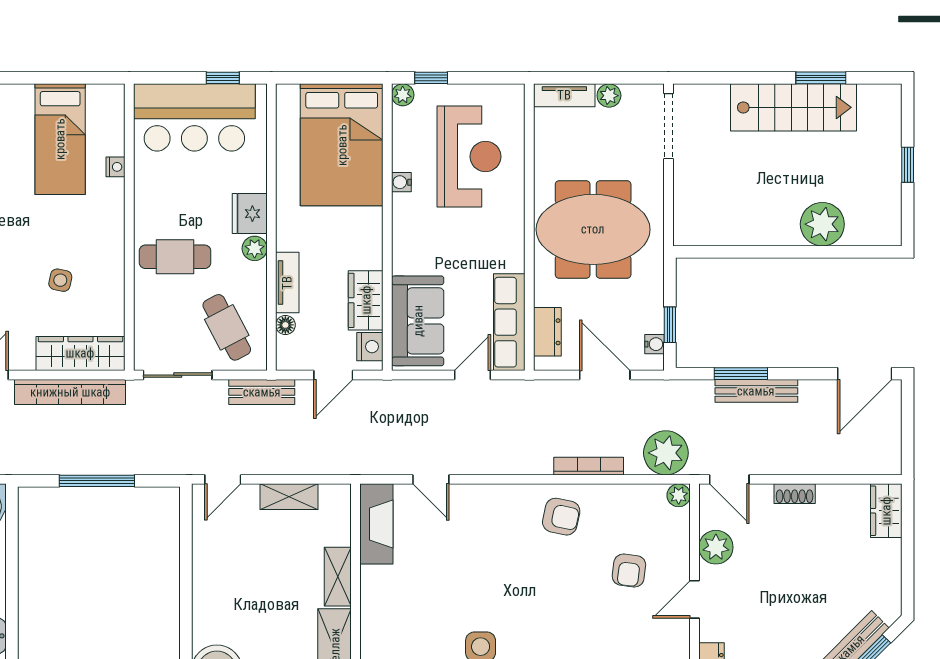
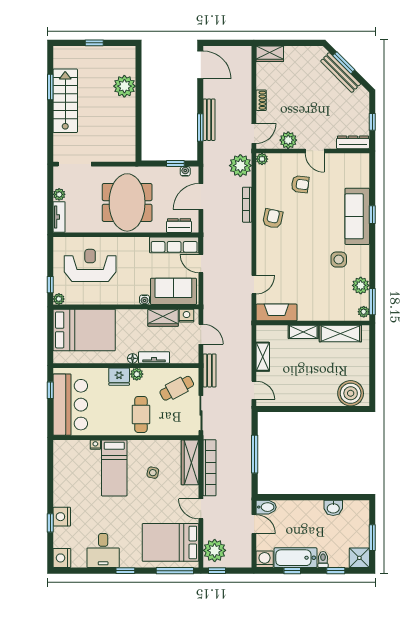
bed: (60, 139) -> (114, 468), moved, turned 90
water cooler: (401, 182) -> (145, 300), moved
floor lamp: (285, 325) -> (133, 358), moved

